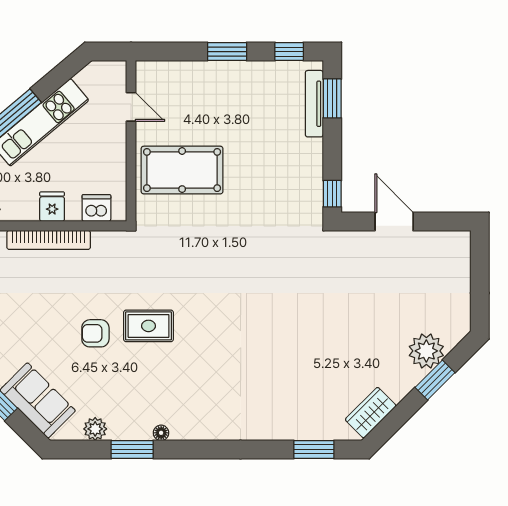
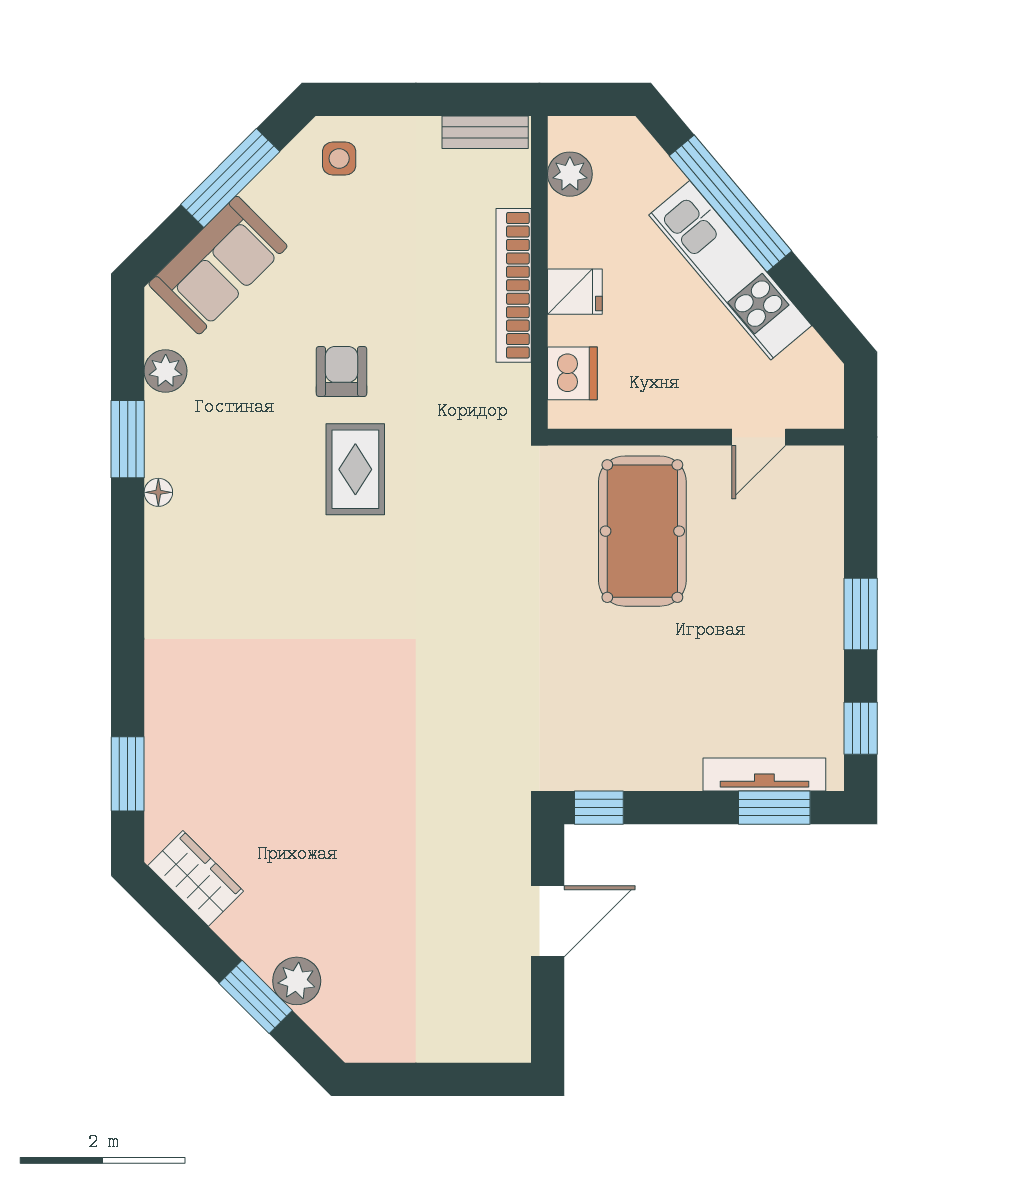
plant: (426, 351) -> (297, 981), width x0.73, depth x0.73

